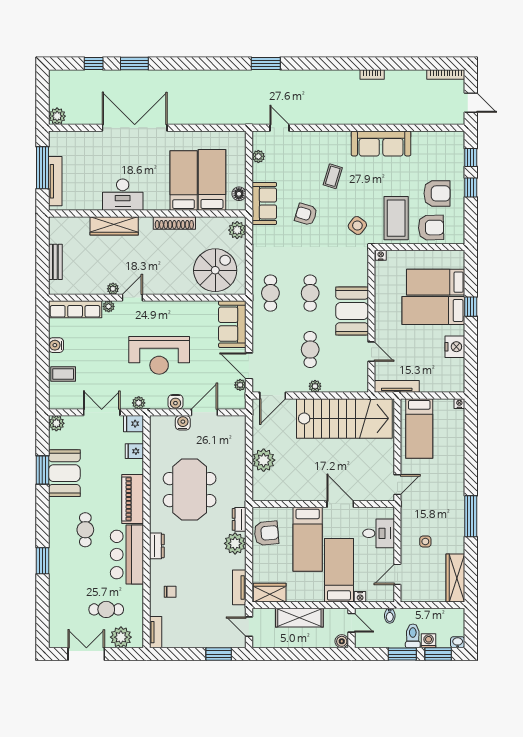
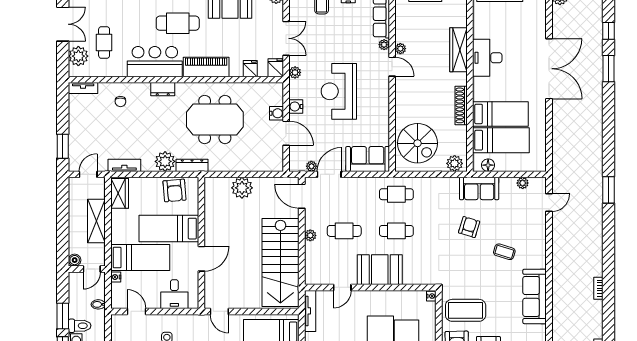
side table: (357, 225) -> (459, 275), removed
dresser: (239, 519) -> (192, 165), width x1.44
cafe table: (85, 530) -> (178, 23), width x1.37, depth x1.35

